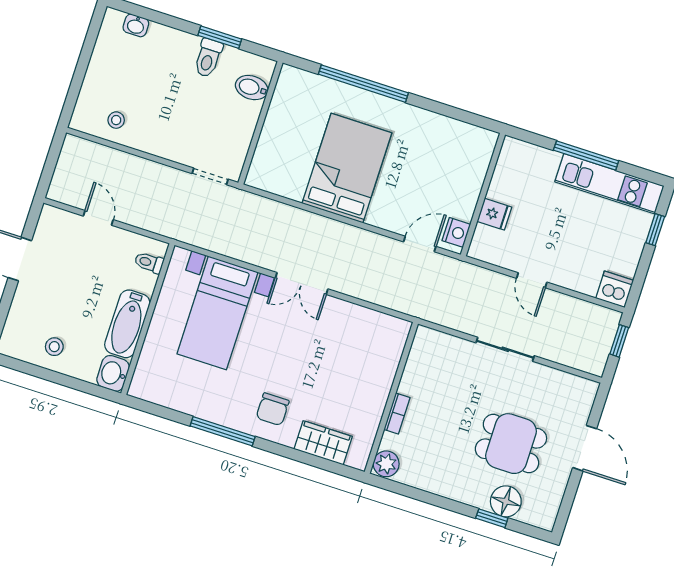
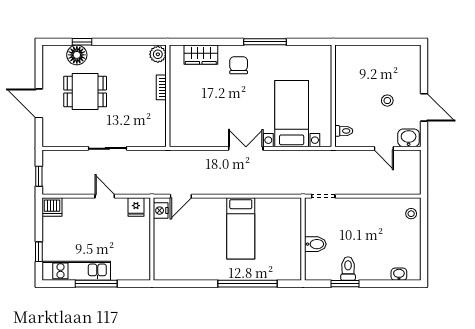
bidet: (252, 88) -> (315, 244), moved
stool: (116, 120) -> (411, 214), moved
bed: (347, 168) -> (241, 228), width x0.67
fridge: (494, 214) -> (136, 207), moved, turned -90
bathtub: (127, 324) -> (345, 89), removed
stool: (54, 347) -> (387, 101), moved
washbasin: (113, 373) -> (409, 138), moved, turned -90

